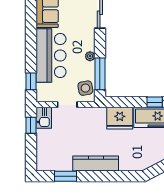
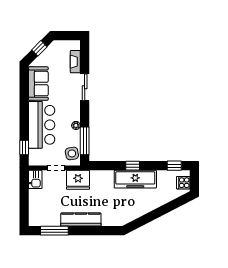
fridge: (120, 118) -> (78, 180), moved
window: (31, 125) -> (24, 186), removed
window: (65, 176) -> (54, 231), width x1.44

